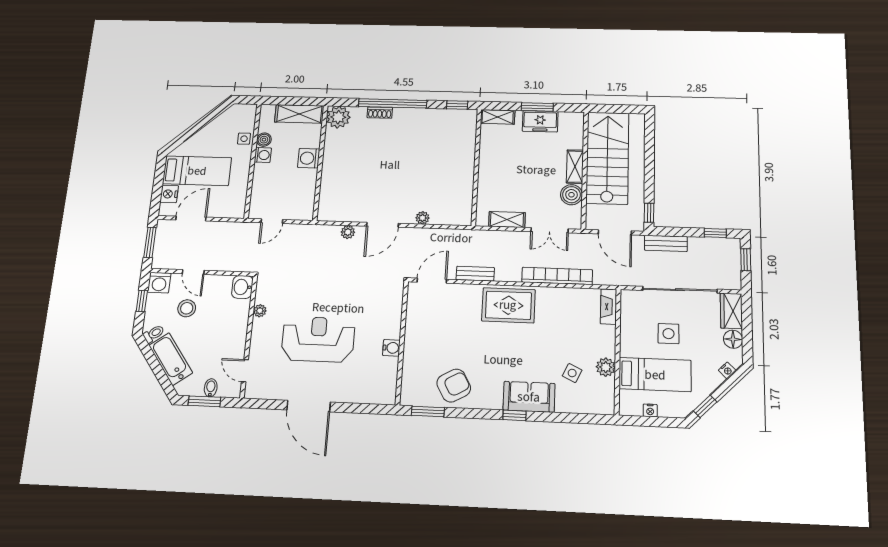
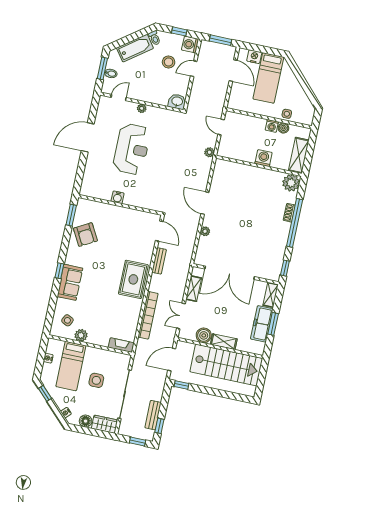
freezer: (540, 121) -> (262, 324), width x1.40
double door: (476, 175) -> (230, 273), added
plant: (348, 232) -> (209, 152), moved
bench: (666, 243) -> (153, 415), moved
plant: (260, 311) -> (142, 108), moved
side table: (572, 373) -> (67, 320), moved

